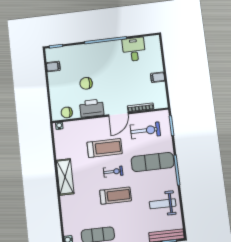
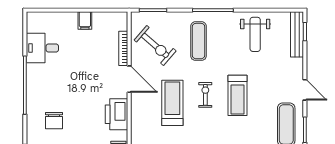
chair: (86, 83) -> (54, 121), moved
exercise bike: (145, 130) -> (155, 46), turned 131
exercise mat: (153, 162) -> (199, 41), width x0.73, depth x0.69
treadmill: (115, 196) -> (237, 95), turned 180

